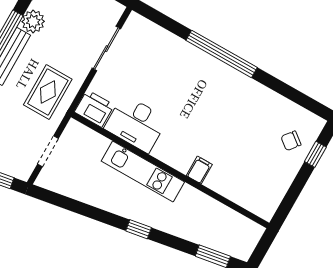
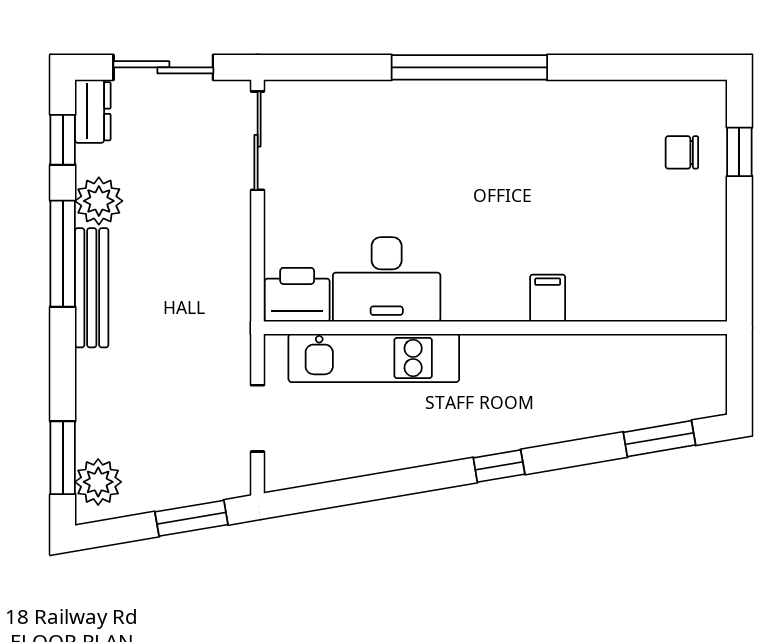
sliding door: (106, 49) -> (258, 141), moved
rug: (48, 92) -> (197, 312), removed
chair: (291, 141) -> (682, 152), turned 52
kitchen unit: (143, 171) -> (374, 358), moved

